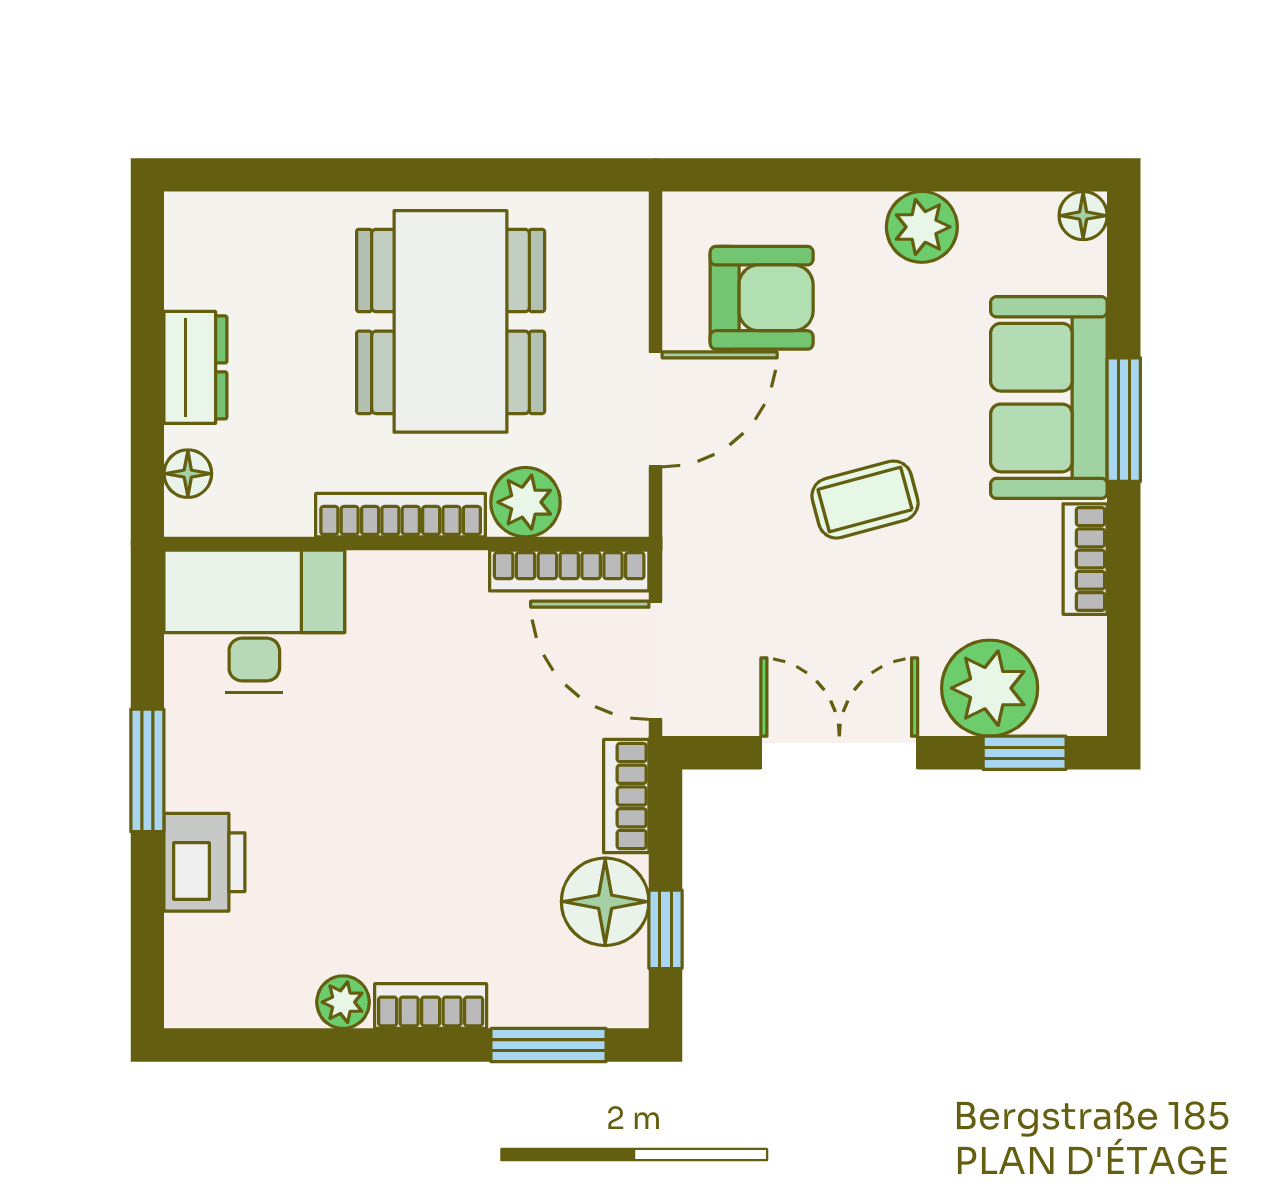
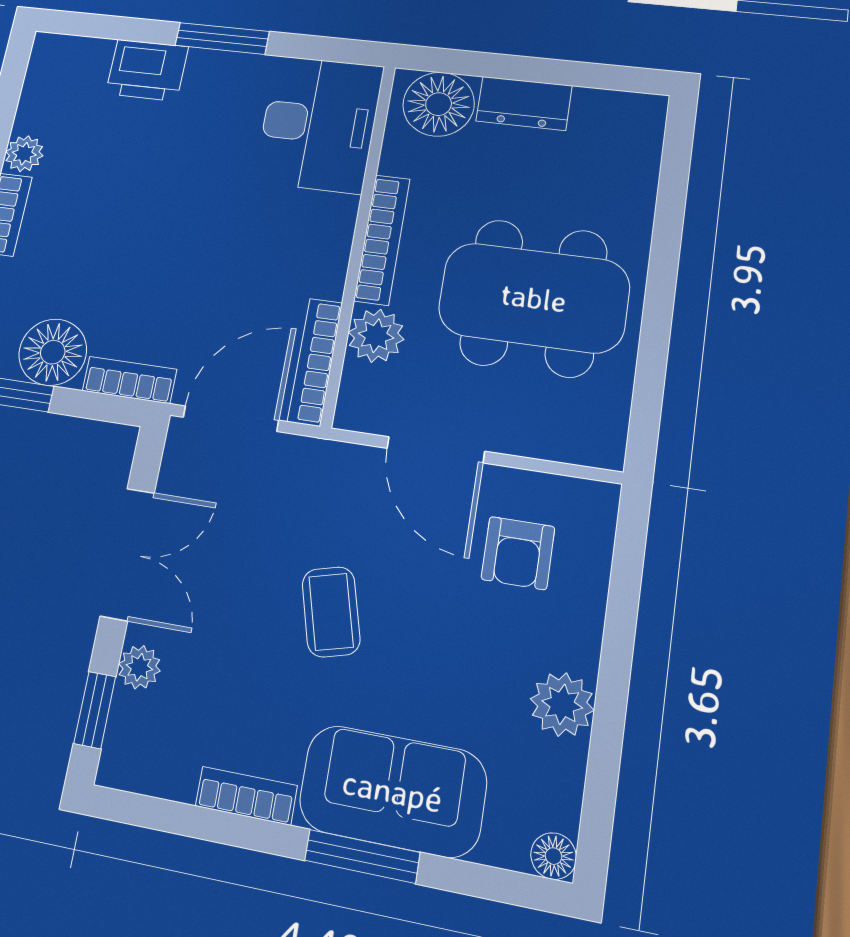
armchair: (762, 298) -> (518, 553), width x0.72, depth x0.72
floor lamp: (188, 474) -> (439, 104), width x1.89, depth x1.89
plant: (990, 688) -> (139, 667), width x0.53, depth x0.53

